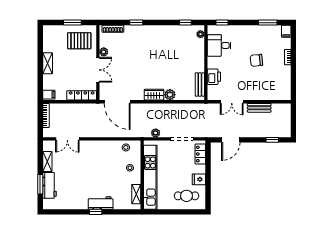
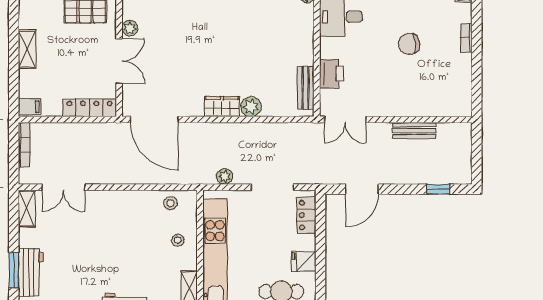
double door: (232, 102) -> (345, 120), moved
shelving: (47, 161) -> (27, 209), moved

